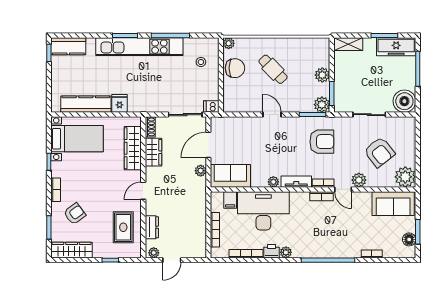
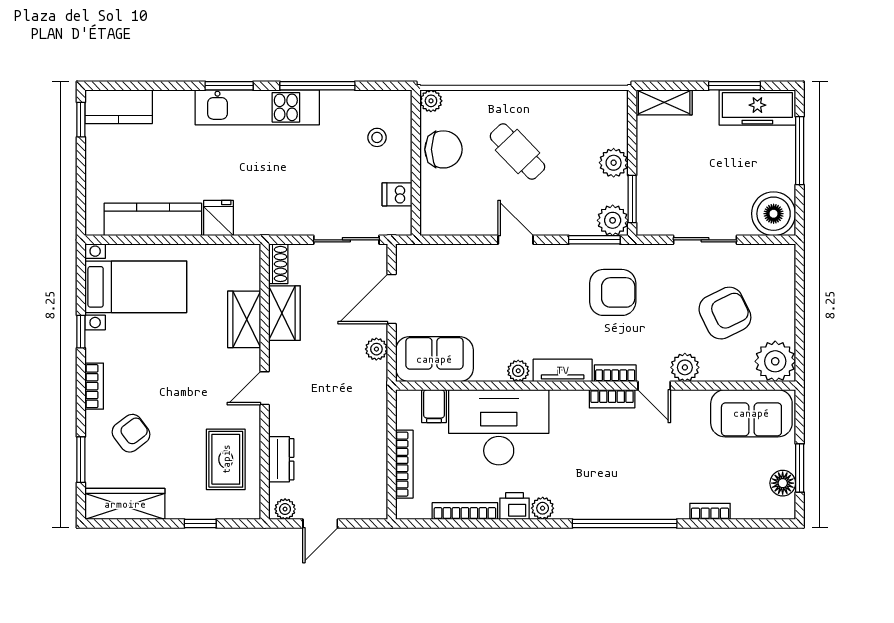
kitchen unit: (139, 47) -> (257, 107), width x0.73
dishwasher: (211, 107) -> (397, 194), moved
wardrobe: (133, 148) -> (244, 319), width x0.67
armchair: (379, 152) -> (725, 313), turned -78

